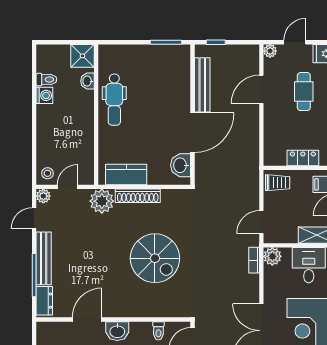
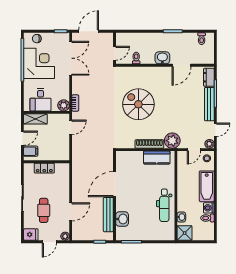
dental chair: (114, 100) -> (164, 205), turned 180
bathtub: (48, 129) -> (207, 186), added
washbasin: (181, 165) -> (122, 219), moved
trolley: (278, 183) -> (60, 152), removed

